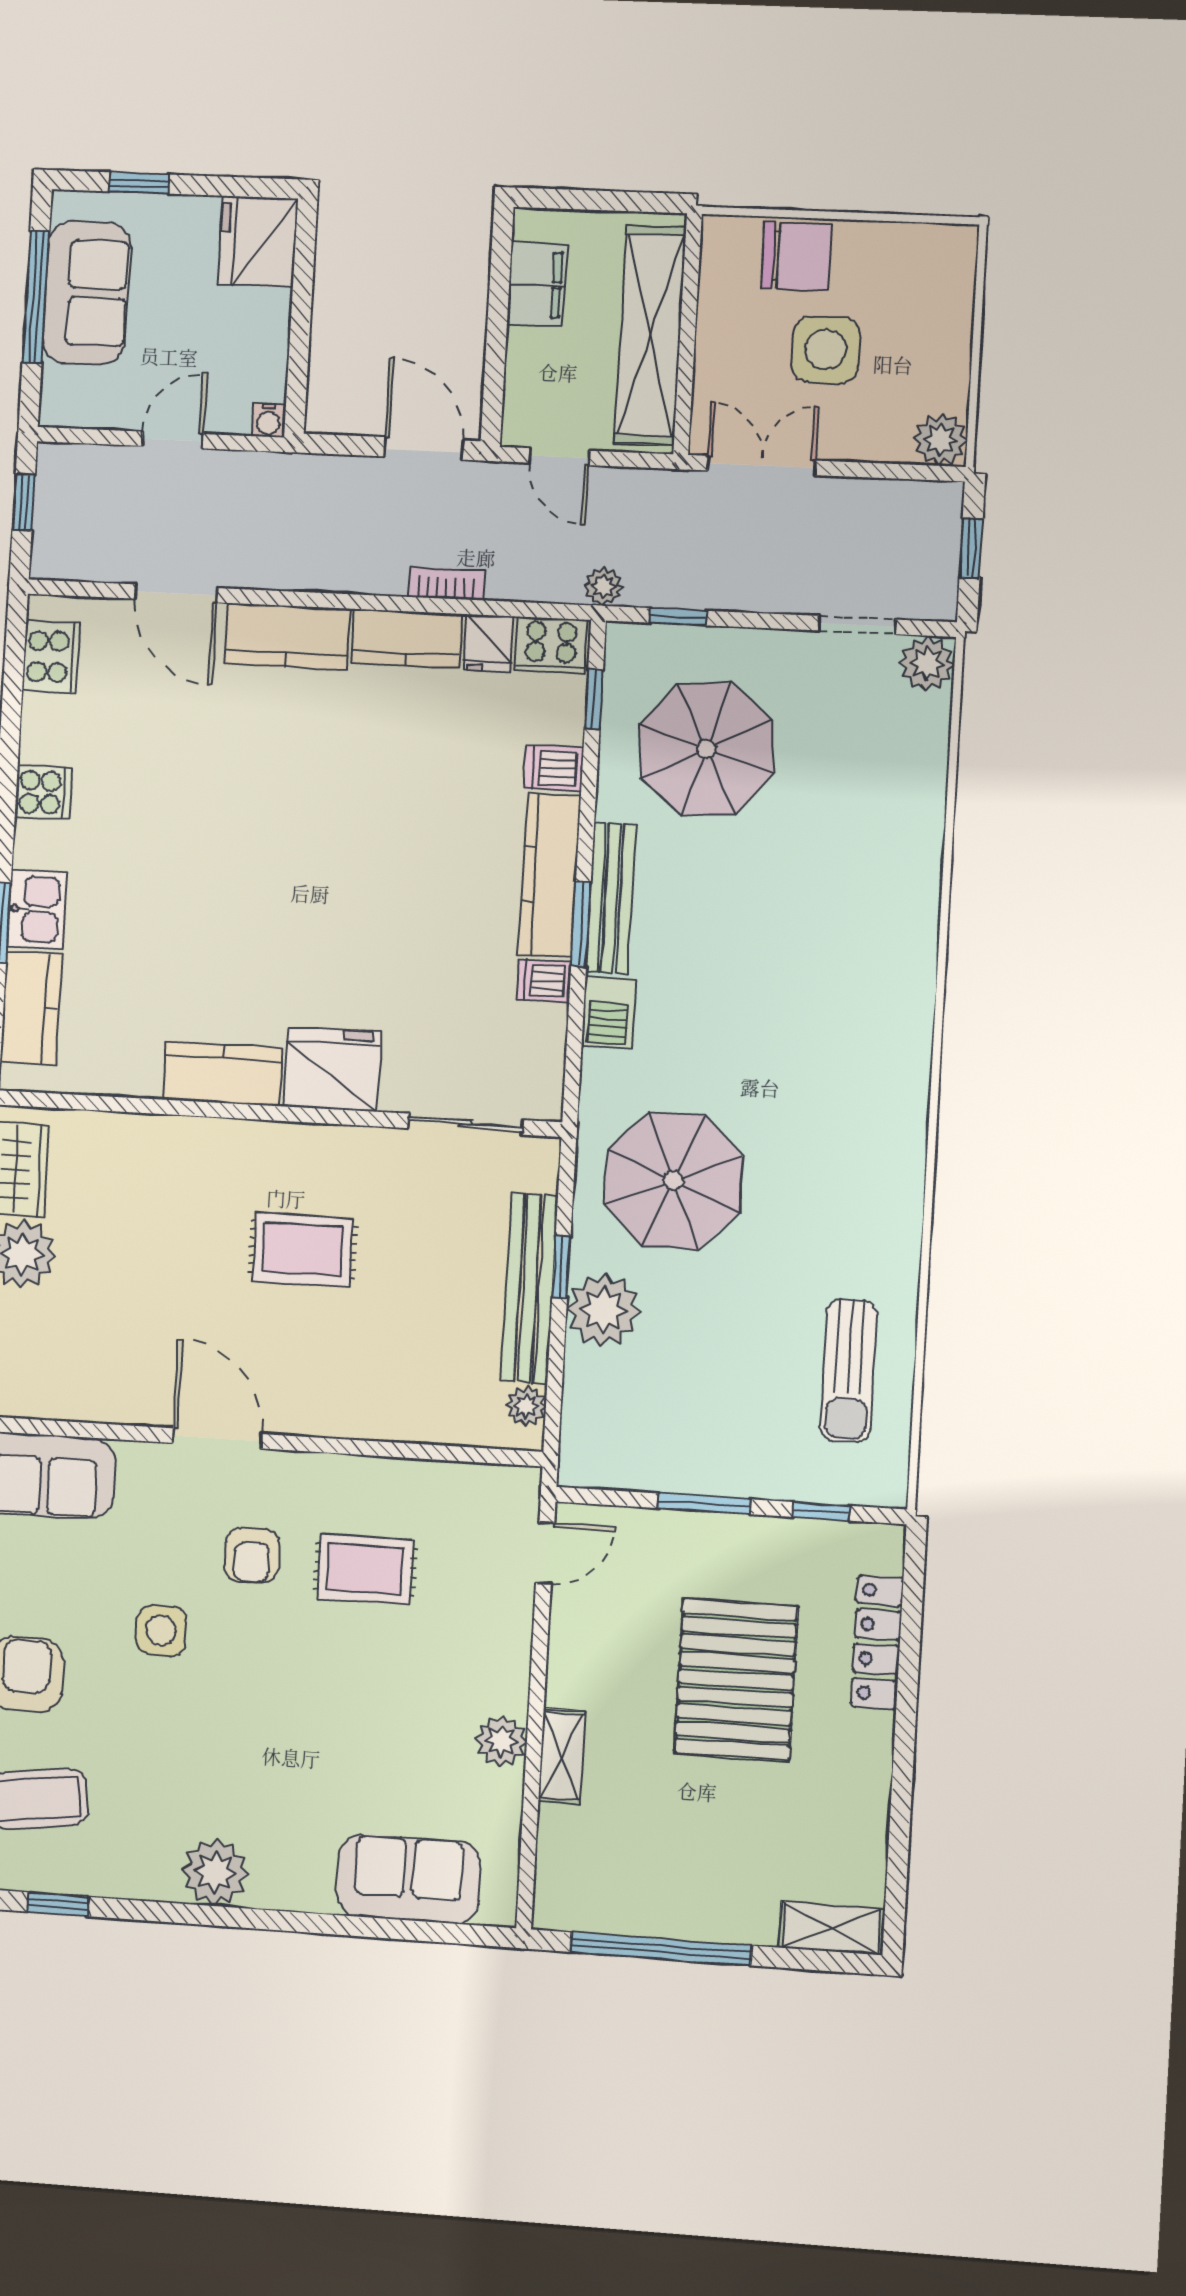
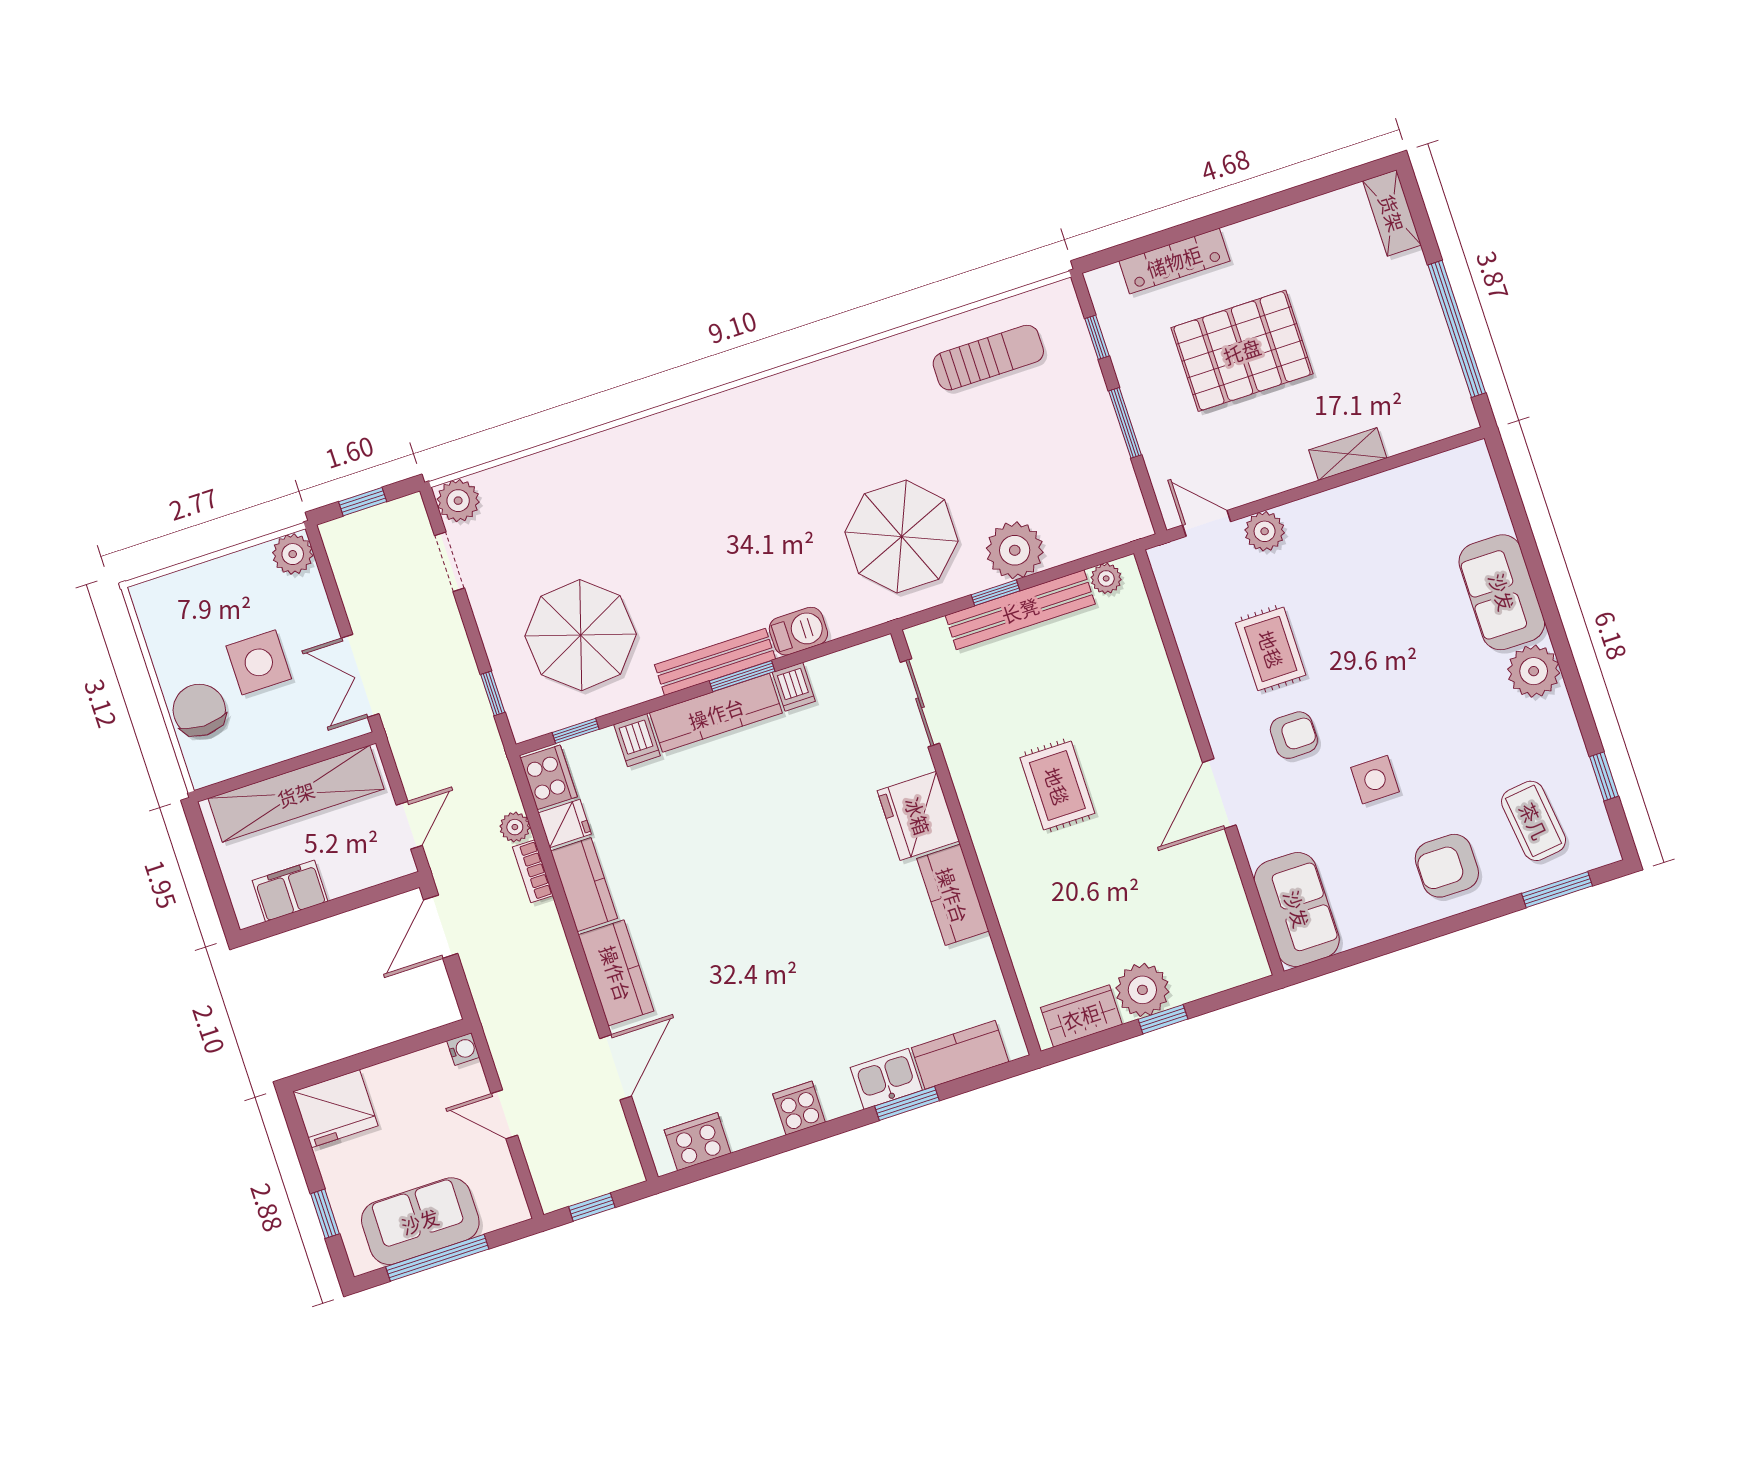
plant: (603, 587) -> (515, 827), moved
plant: (501, 1741) -> (1265, 531), moved
sofa: (409, 1879) -> (1502, 592), moved

